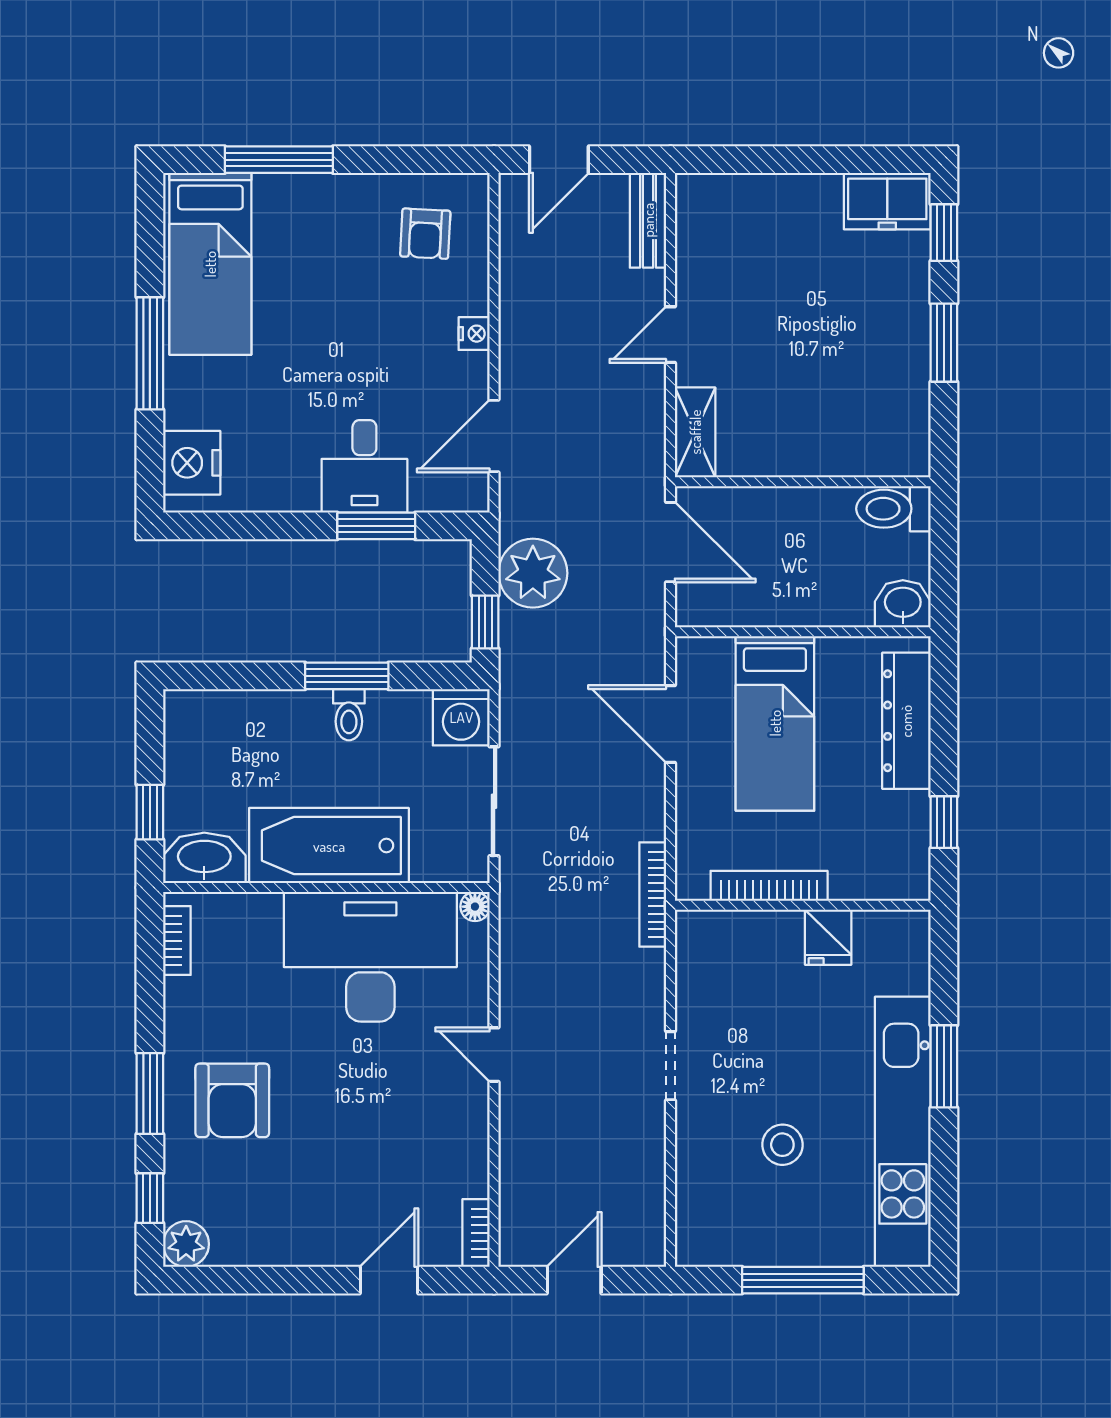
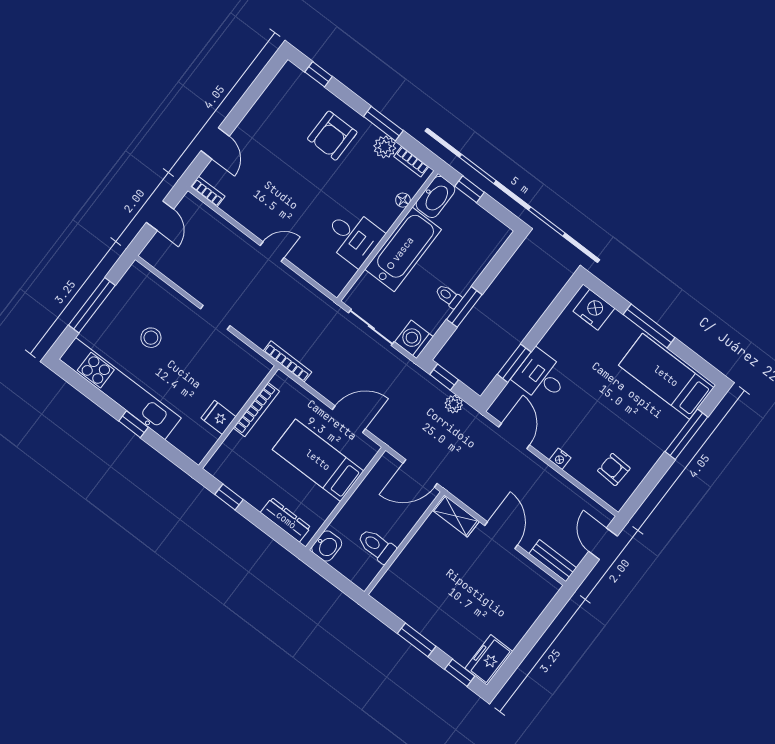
door: (670, 335) -> (501, 535), width x1.38
toilet: (893, 509) -> (377, 546), moved, turned -90
plant: (533, 573) -> (454, 404), width x0.53, depth x0.53
dresser: (906, 721) -> (286, 520), width x0.73, depth x0.80
floor lamp: (475, 907) -> (403, 200), moved
desk: (370, 957) -> (353, 237), width x0.53, depth x0.77
window: (944, 1066) -> (133, 424), width x0.67
window: (150, 1094) -> (383, 124), moved
armchair: (232, 1100) -> (332, 136), turned -90
plant: (186, 1244) -> (385, 147), moved

